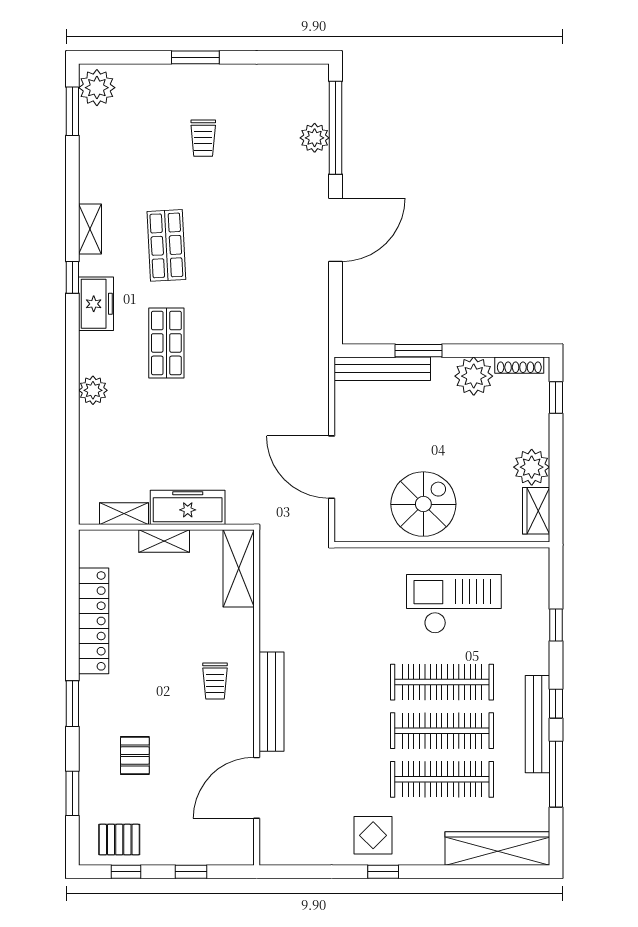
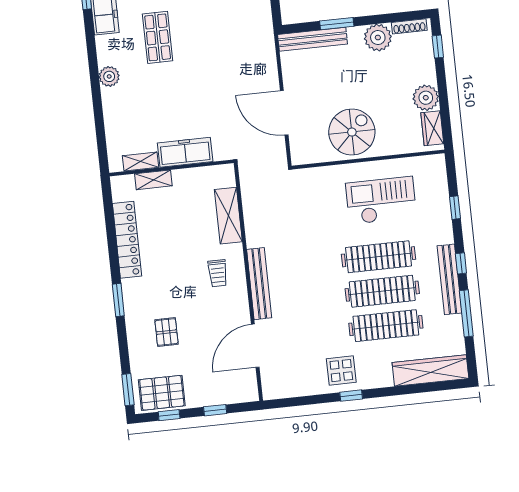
shelving: (164, 541) -> (153, 180), moved
shelving: (239, 568) -> (228, 216), moved
window: (72, 793) -> (128, 390), moved
pallet: (119, 840) -> (162, 393), width x1.50, depth x1.42

